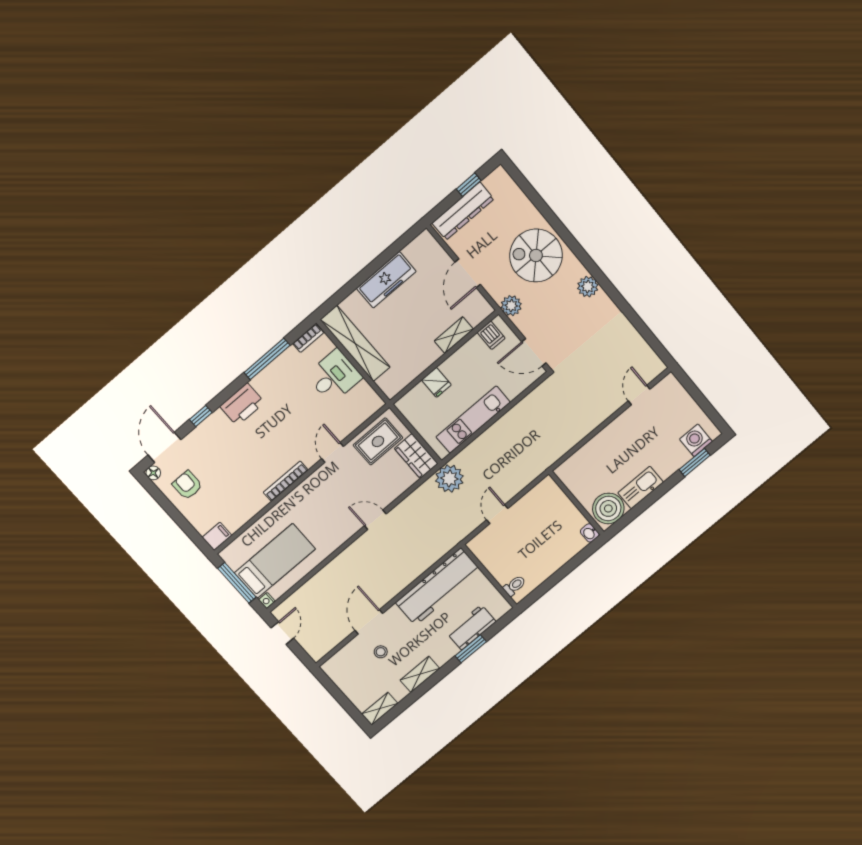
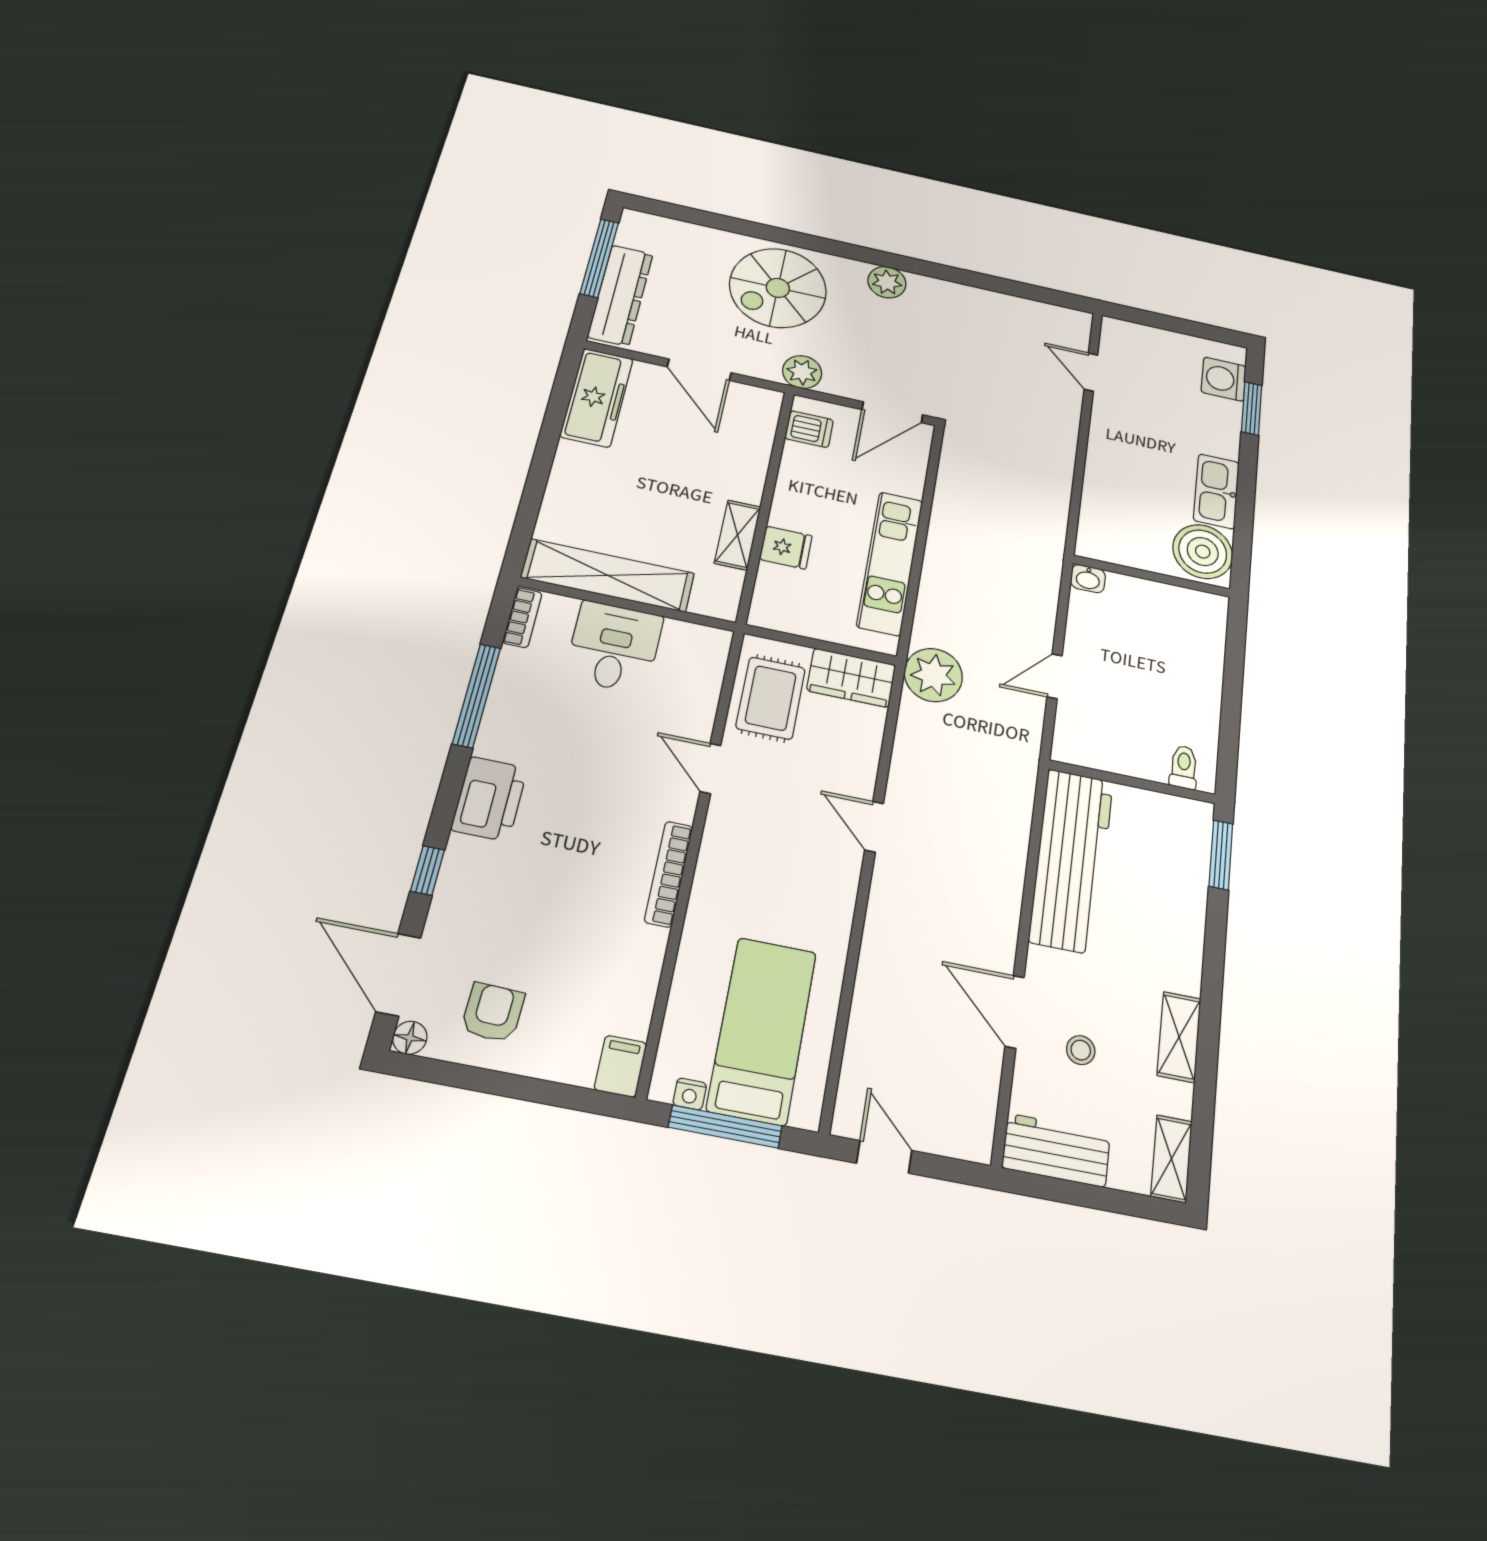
window: (469, 185) -> (599, 258), width x2.17
freezer: (386, 280) -> (597, 397), moved
shelving: (454, 335) -> (738, 535), moved
armchair: (187, 485) -> (493, 1012), turned 92
door: (497, 514) -> (1055, 676), hinge flipped
door: (375, 520) -> (874, 827), hinge flipped
washbasin: (590, 533) -> (1088, 579), moved
nightstand: (267, 600) -> (690, 1094), moved
workbench: (471, 627) -> (1056, 1150), moved, turned 90
window: (471, 649) -> (1221, 855), moved

